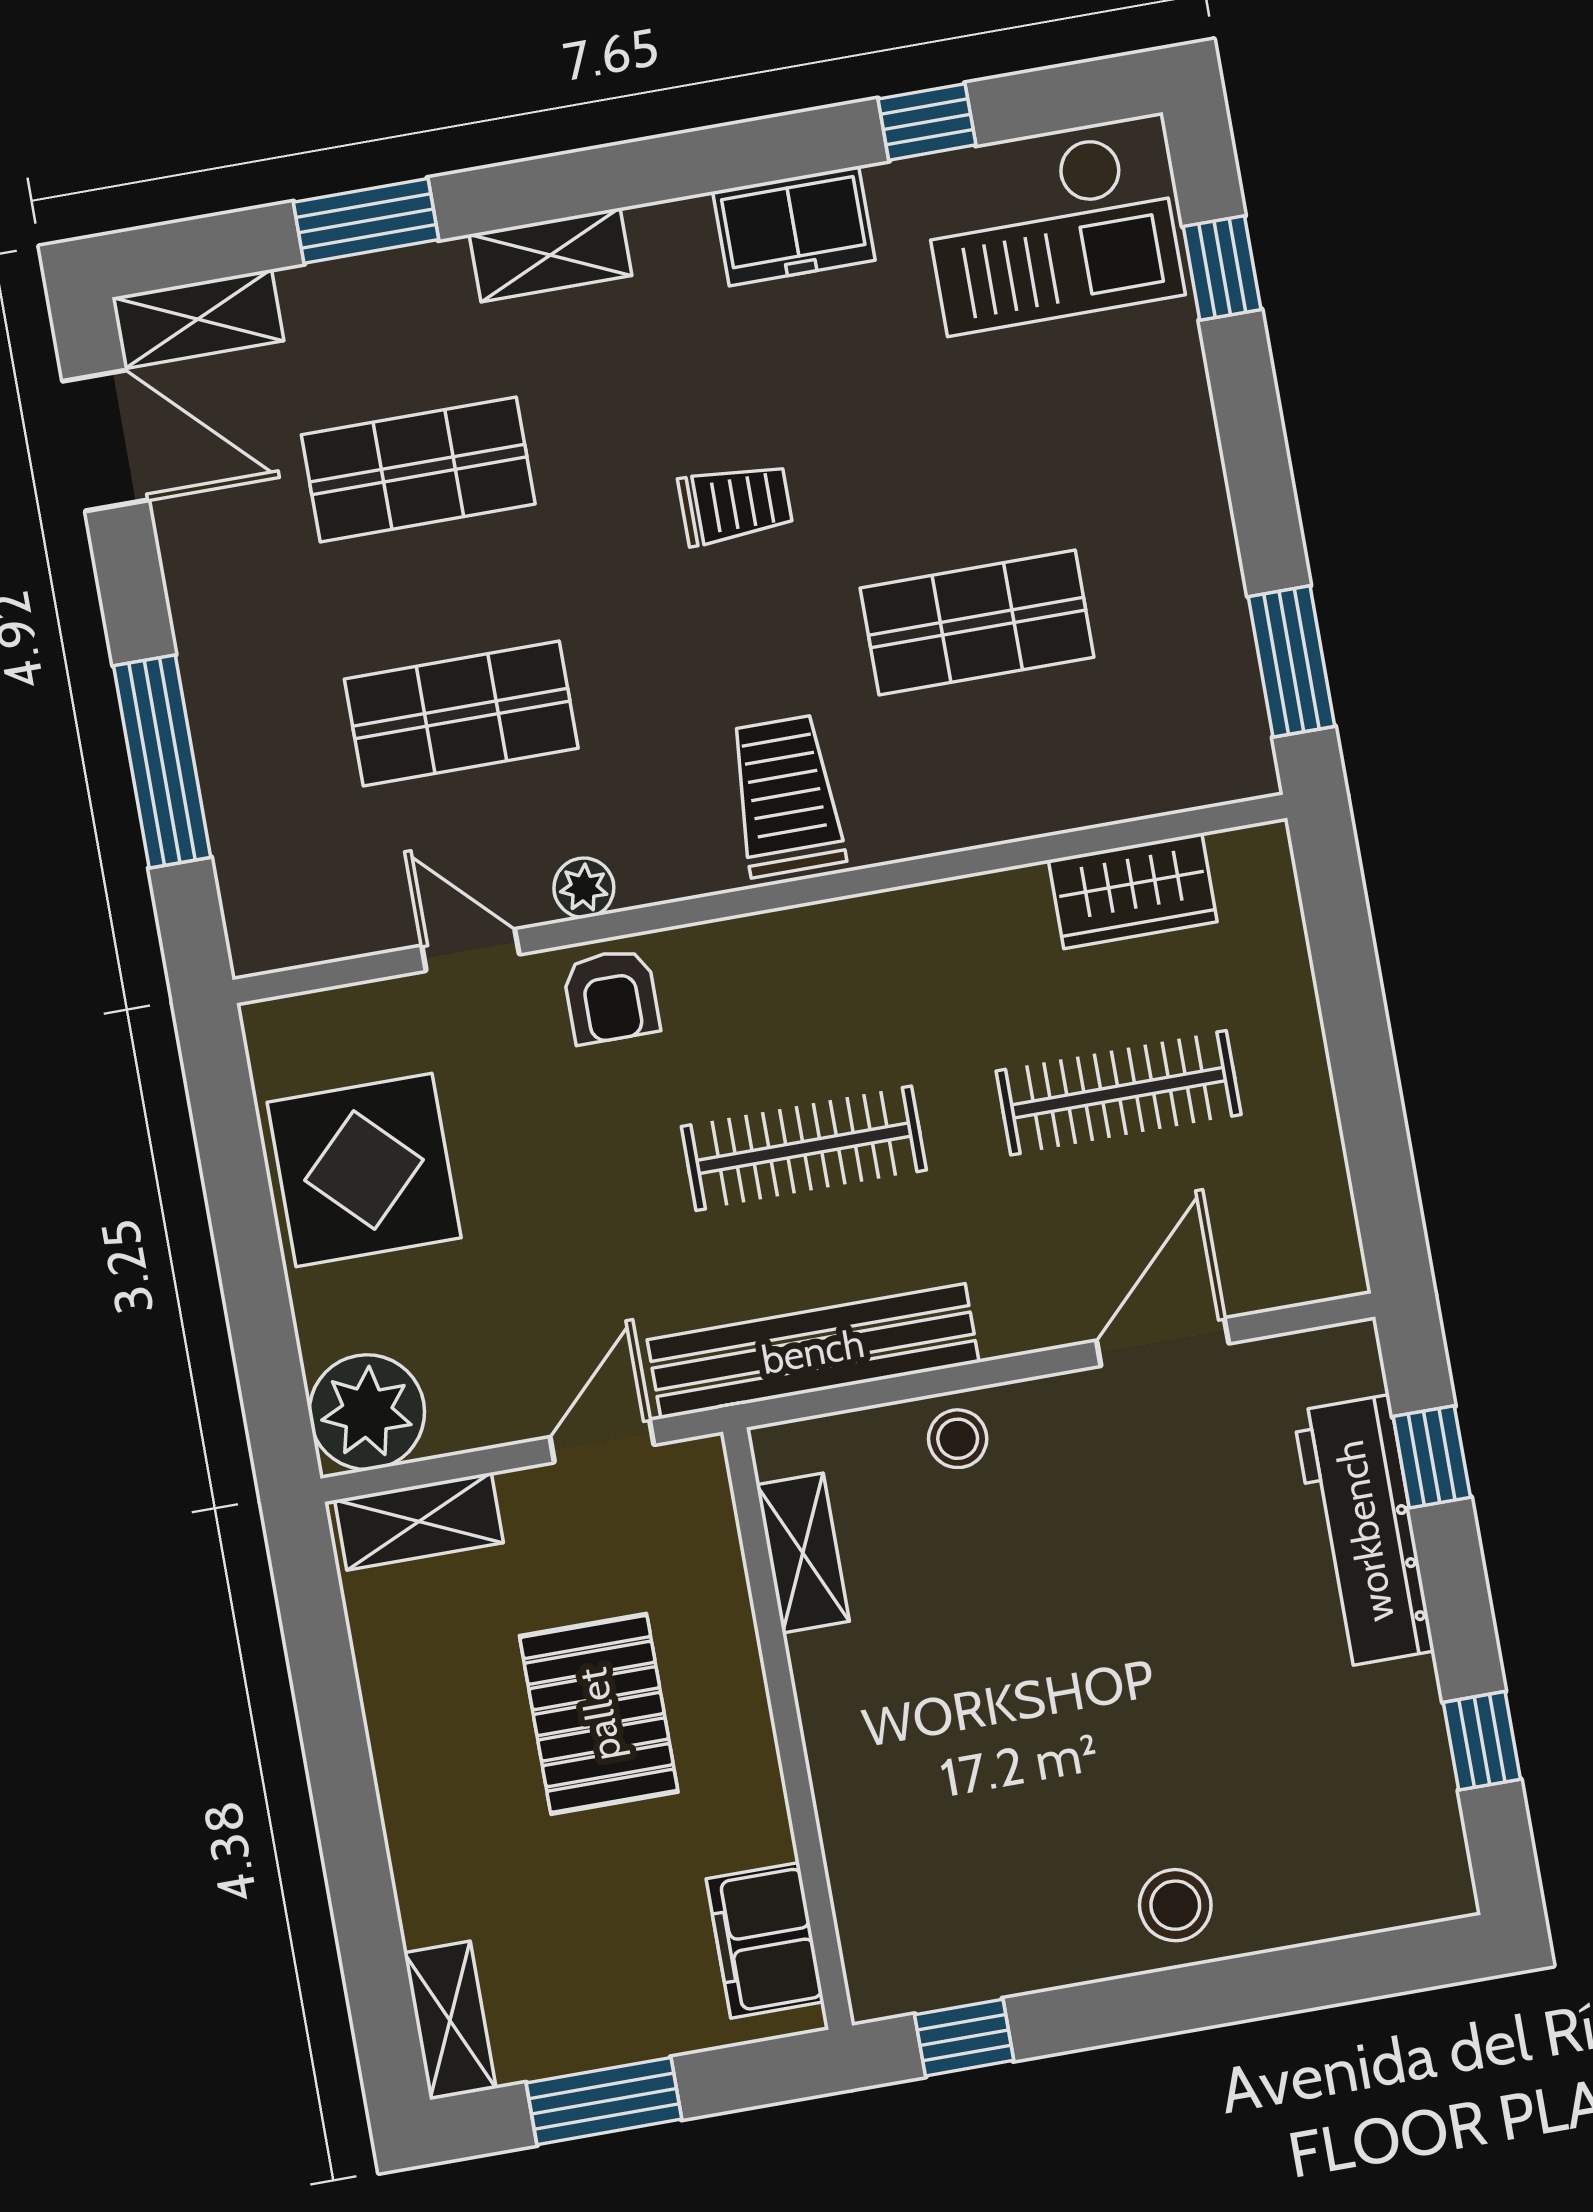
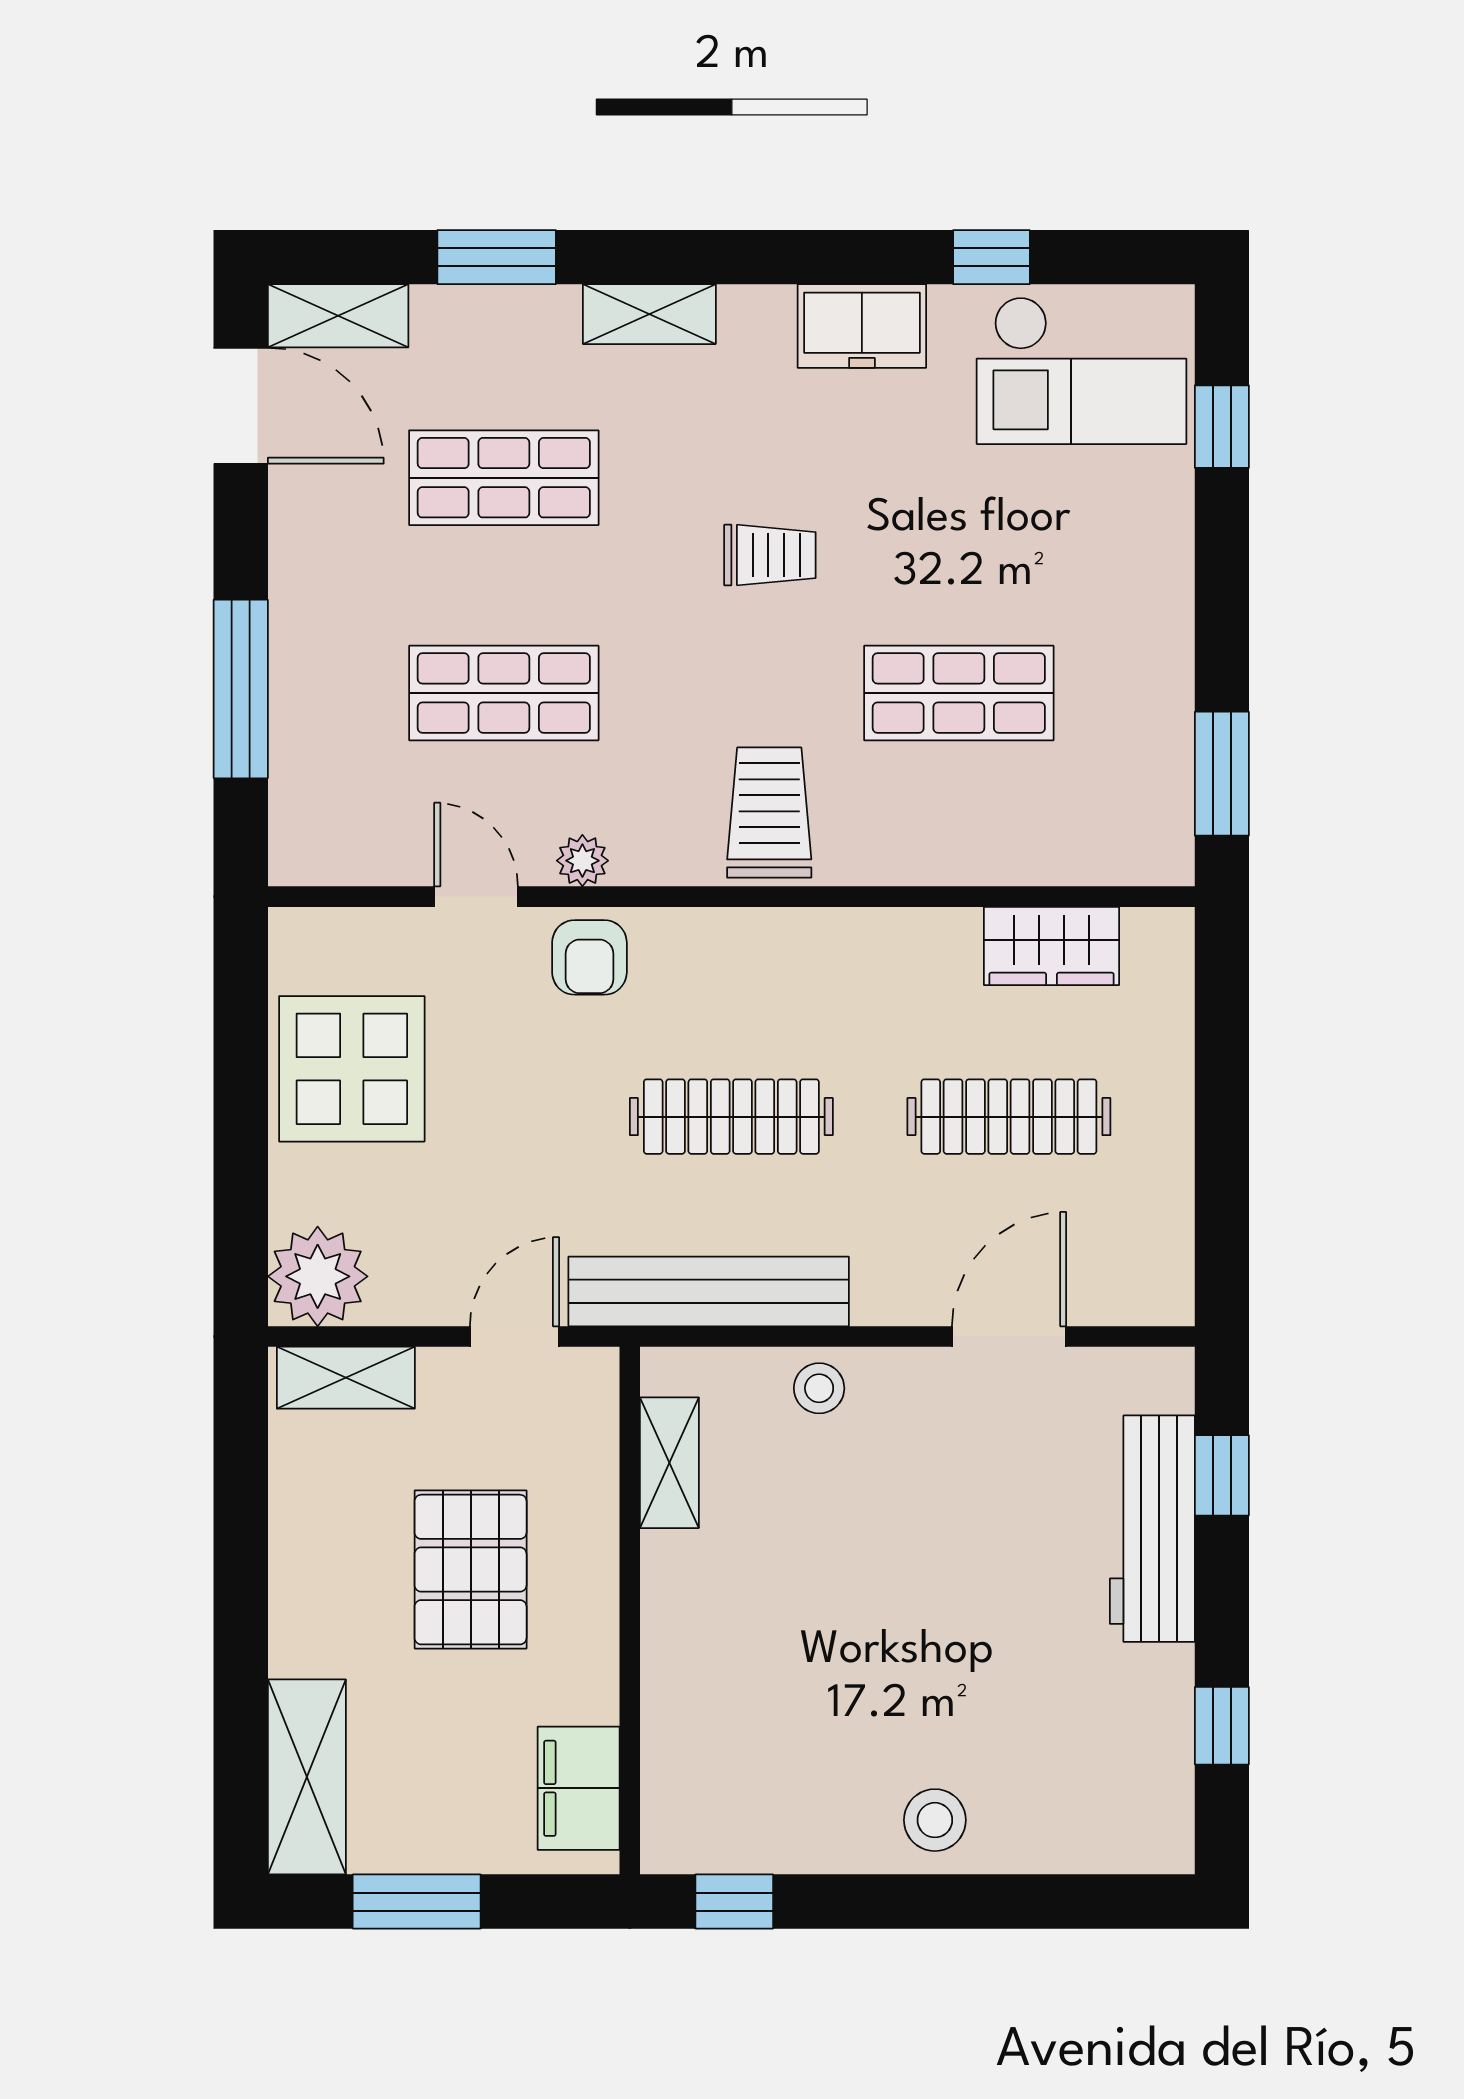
shelving: (450, 2021) -> (307, 1777), width x1.50, depth x1.33

